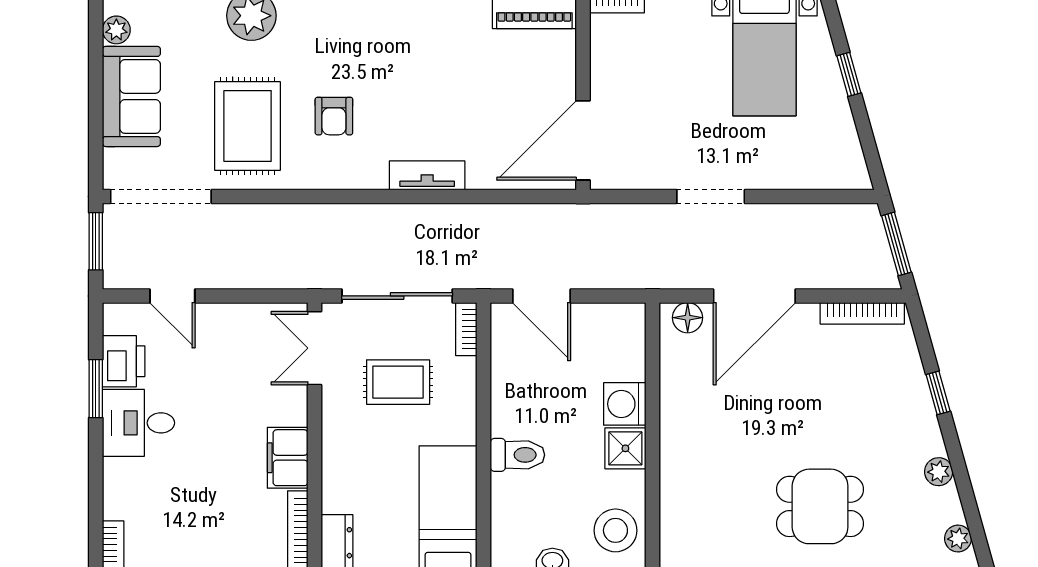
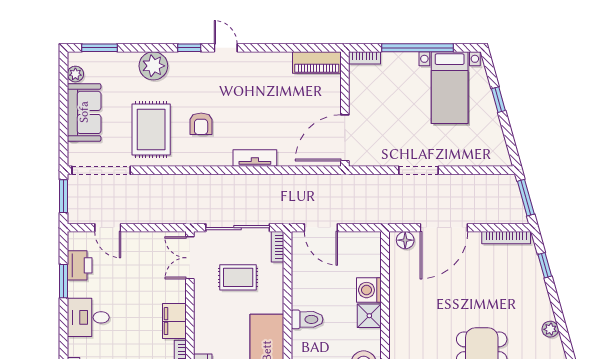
window: (938, 393) -> (545, 265), moved
desk: (139, 423) -> (88, 317), moved

